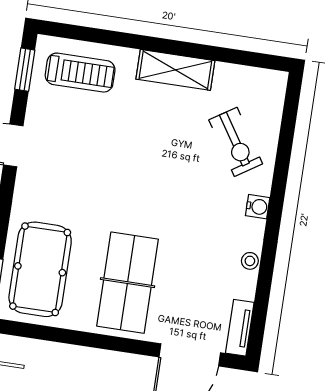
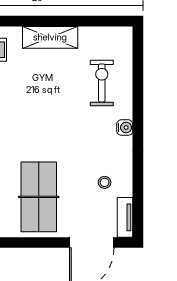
exercise bike: (236, 142) -> (102, 83), turned -147
stool: (250, 261) -> (105, 182), moved

